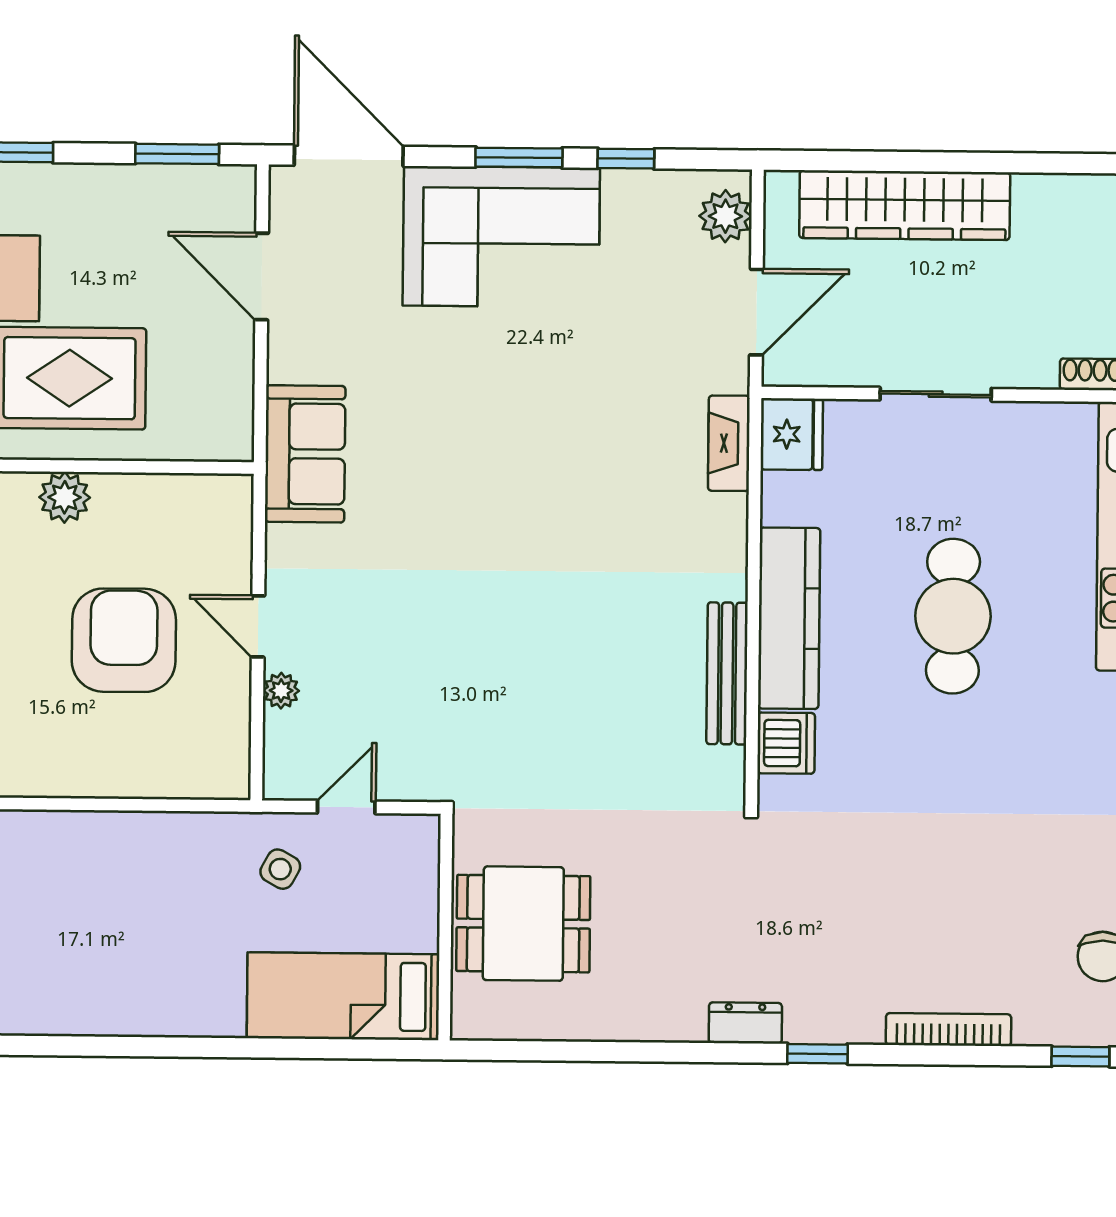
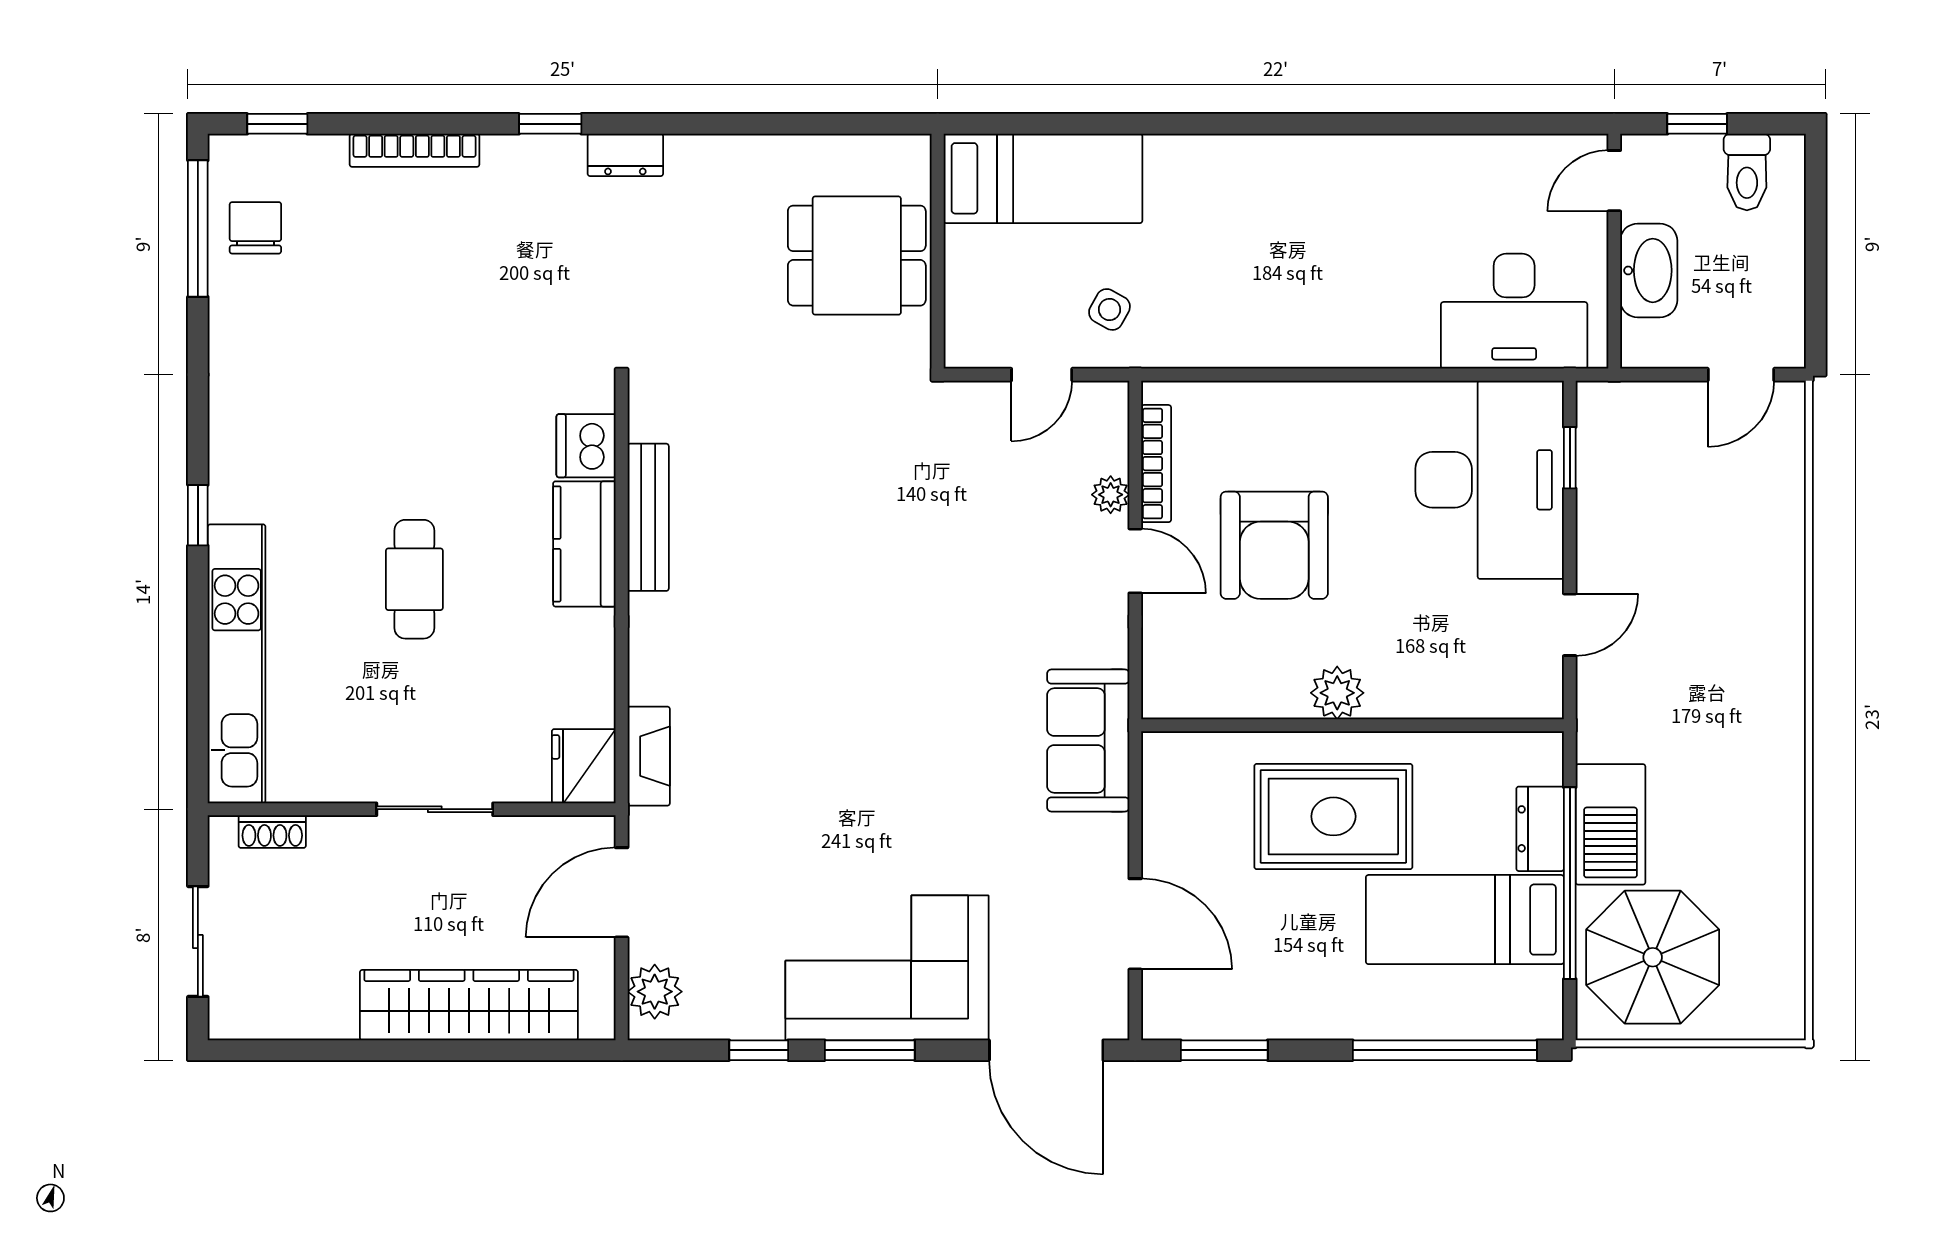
cafe table: (953, 616) -> (414, 579), width x0.73, depth x0.74
kitchen counter: (789, 618) -> (584, 544), width x0.67
bookcase: (237, 720) -> (1156, 464), added

